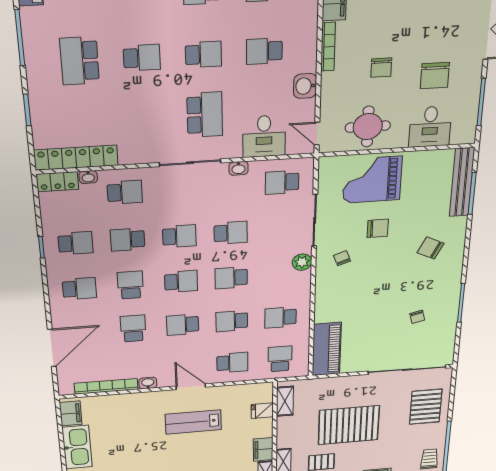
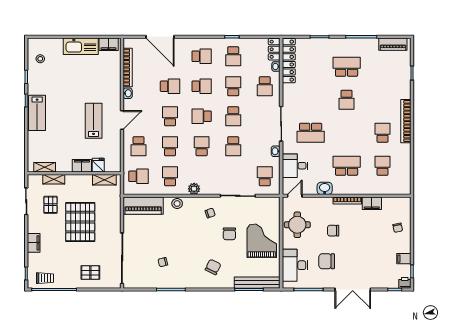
school desk: (264, 51) -> (347, 166), width x1.85
school desk: (203, 54) -> (347, 133), removed
desk: (430, 127) -> (295, 265), width x1.37
grand piano: (372, 180) -> (262, 241), moved
plant: (302, 262) -> (194, 189), moved
school desk: (181, 281) -> (202, 116), turned 90
school desk: (79, 289) -> (202, 56), turned -90
stool: (325, 305) -> (177, 204), added
pallet: (426, 407) -> (90, 273), width x0.67, depth x0.71
filing cabinet: (263, 449) -> (82, 166), moved

